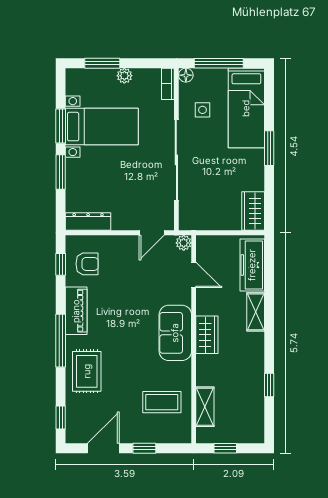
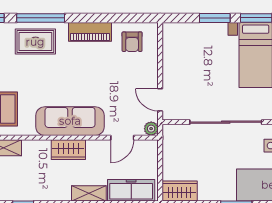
dresser: (88, 222) -> (170, 43), removed
window: (61, 264) -> (132, 18), removed
sofa: (175, 333) -> (70, 121), width x1.36
window: (61, 341) -> (41, 18), moved

